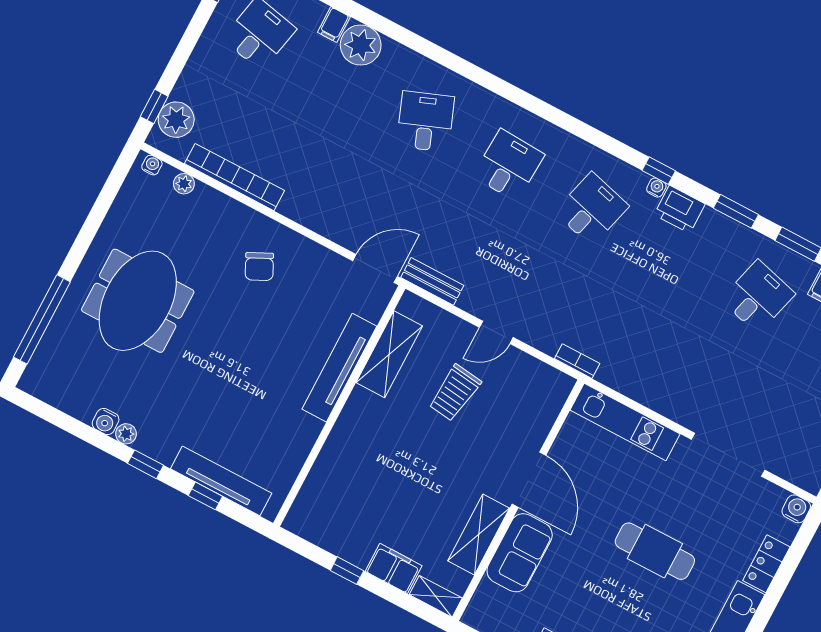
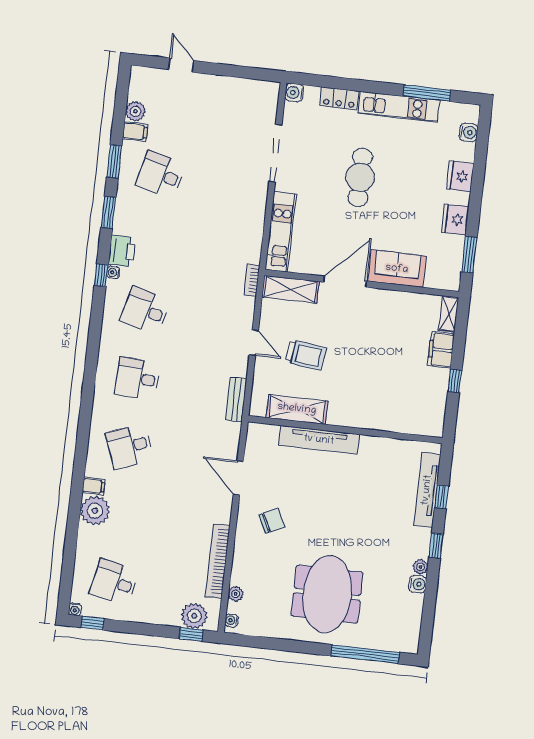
filing cabinet: (334, 25) -> (94, 486), moved
door: (375, 269) -> (238, 478), moved
meeting table: (138, 301) -> (327, 594), turned 90
shelving: (479, 534) -> (290, 289), moved

